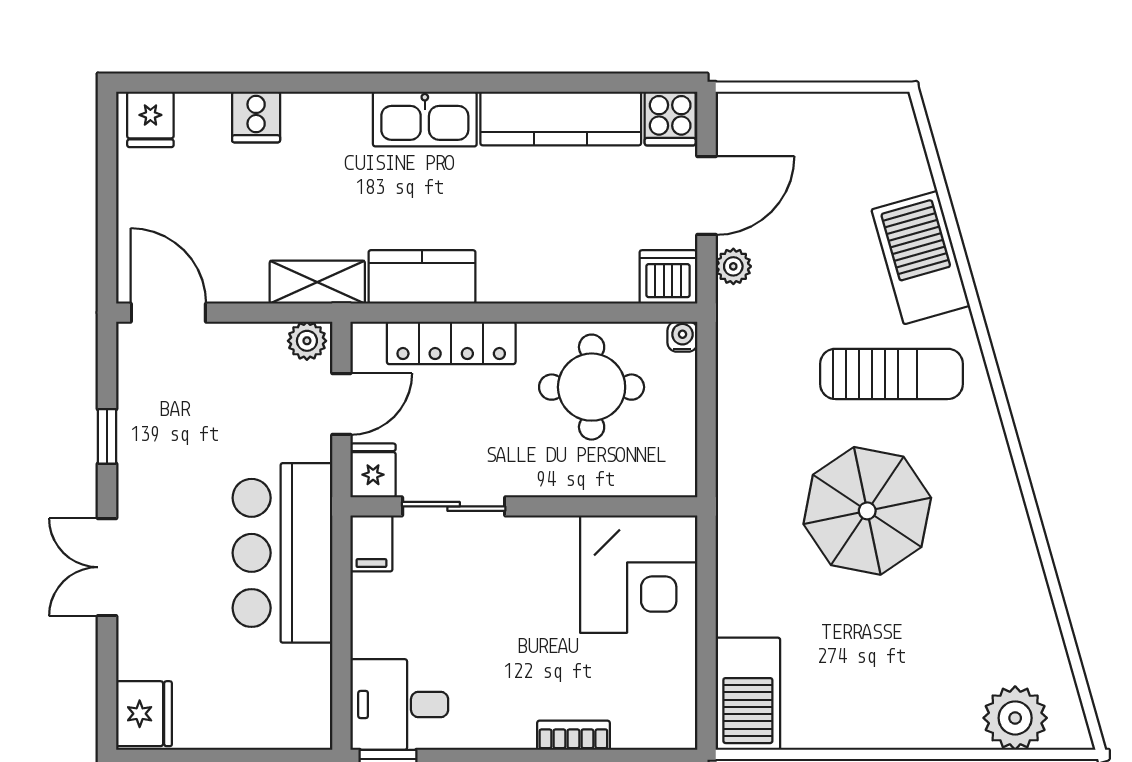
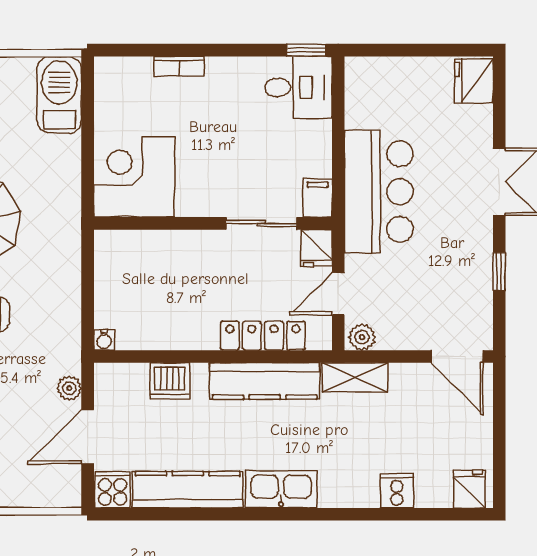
kitchen counter: (422, 277) -> (265, 381), width x1.50
dishwasher: (668, 277) -> (170, 381), moved
round table: (592, 387) -> (167, 305), removed

